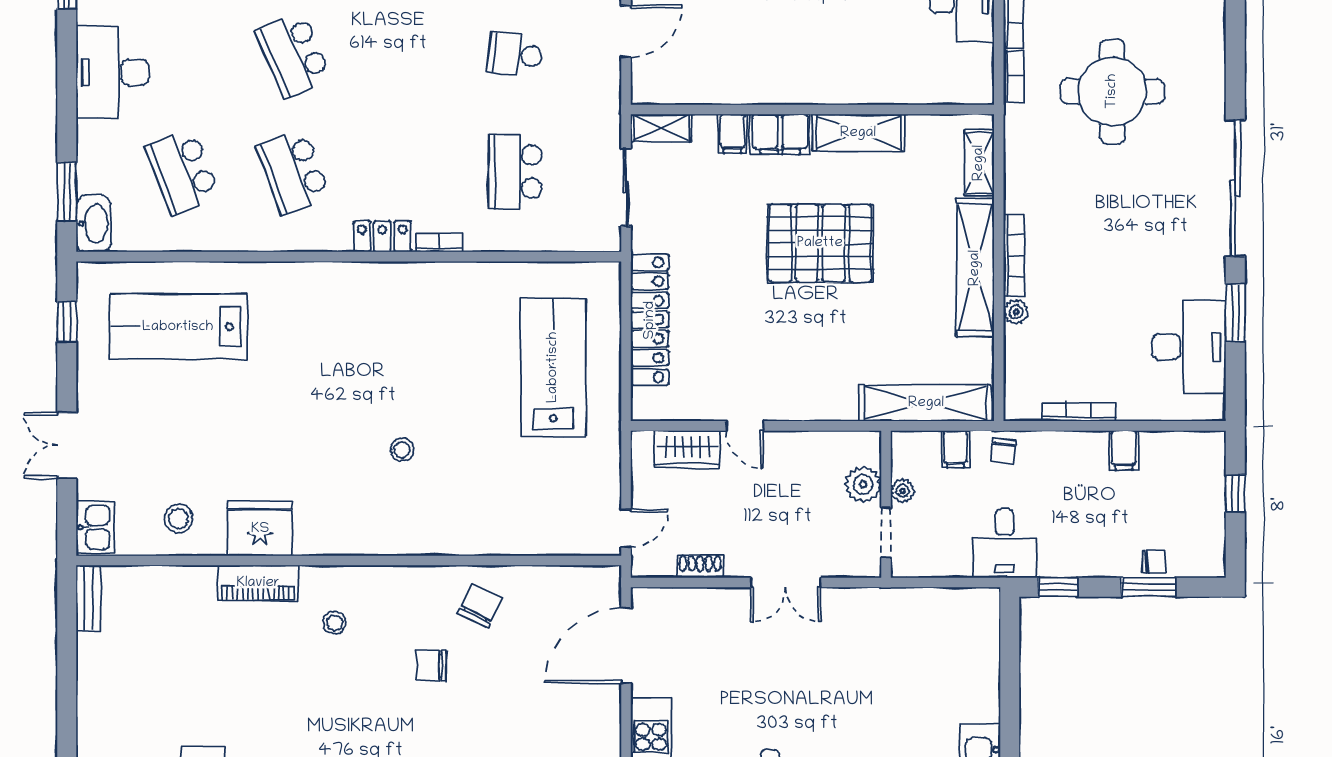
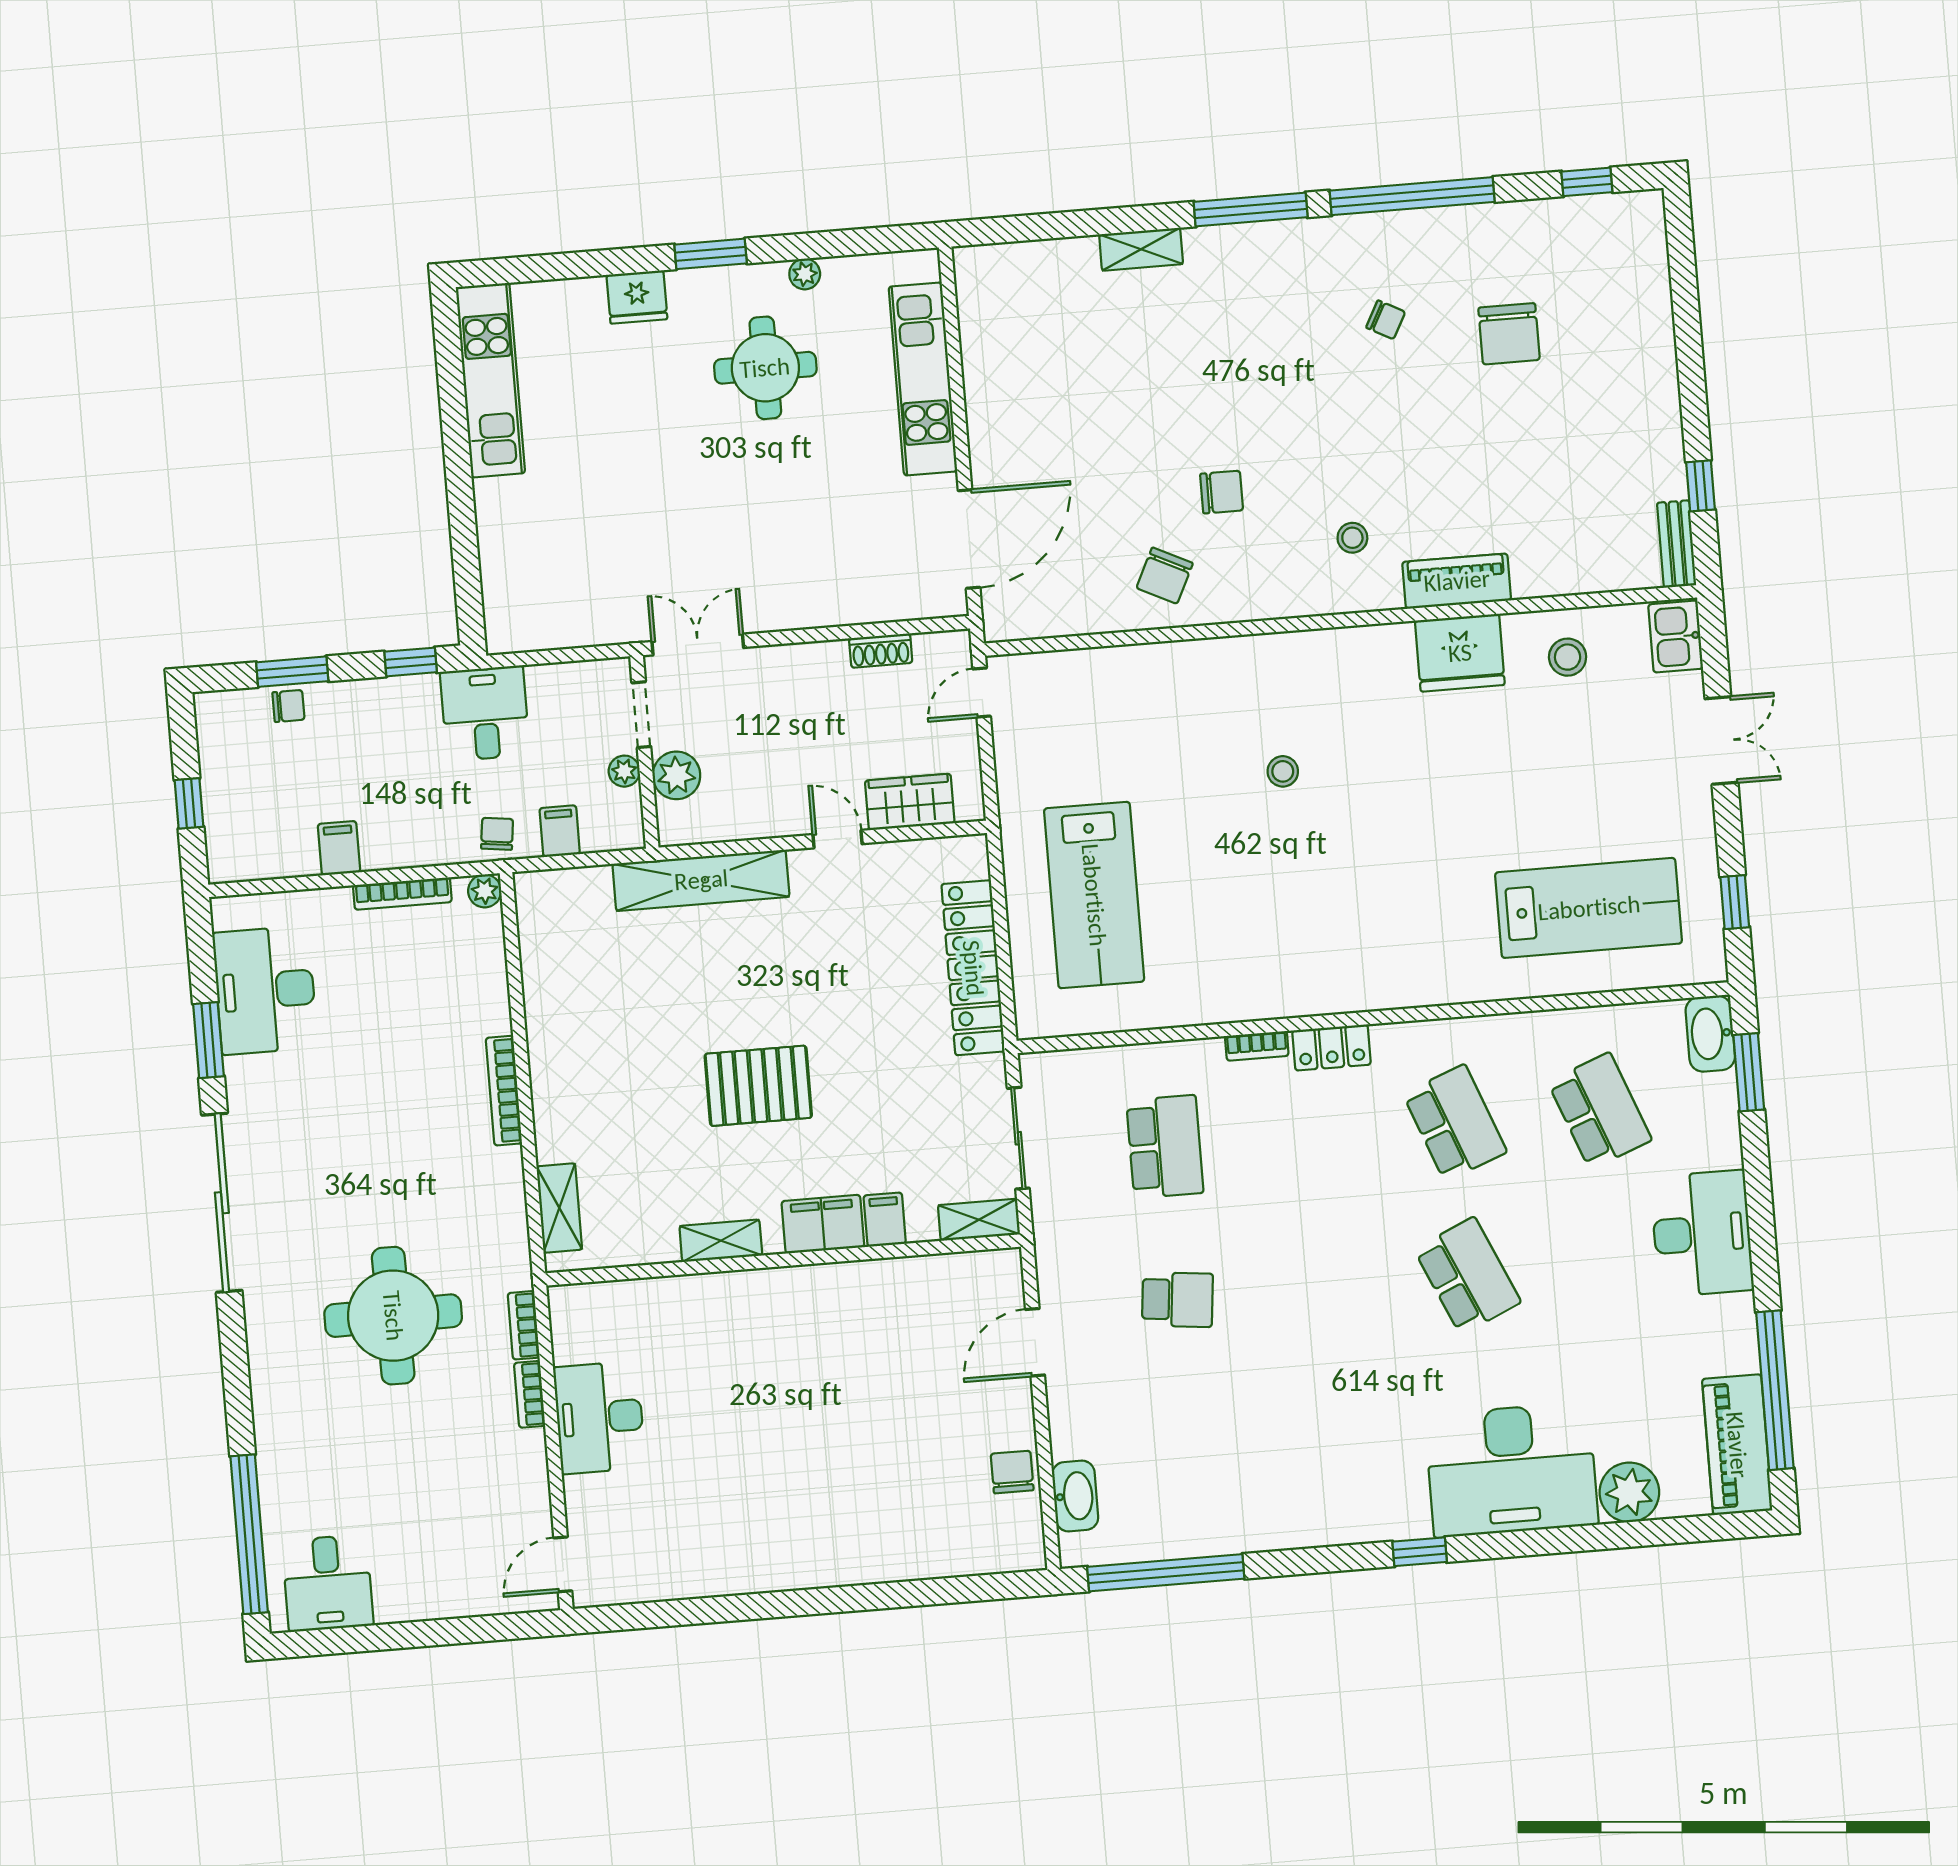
shelving: (858, 133) -> (721, 1241), width x0.67, depth x0.75
pallet: (820, 243) -> (758, 1086), width x0.73, depth x0.71
shelving: (975, 268) -> (553, 1071), removed
plant: (1016, 312) -> (485, 891), moved
shelving: (926, 403) -> (701, 880), moved
chair: (1154, 561) -> (288, 706), turned 180
double door: (786, 582) -> (698, 644), moved
window: (67, 640) -> (1700, 486), added

